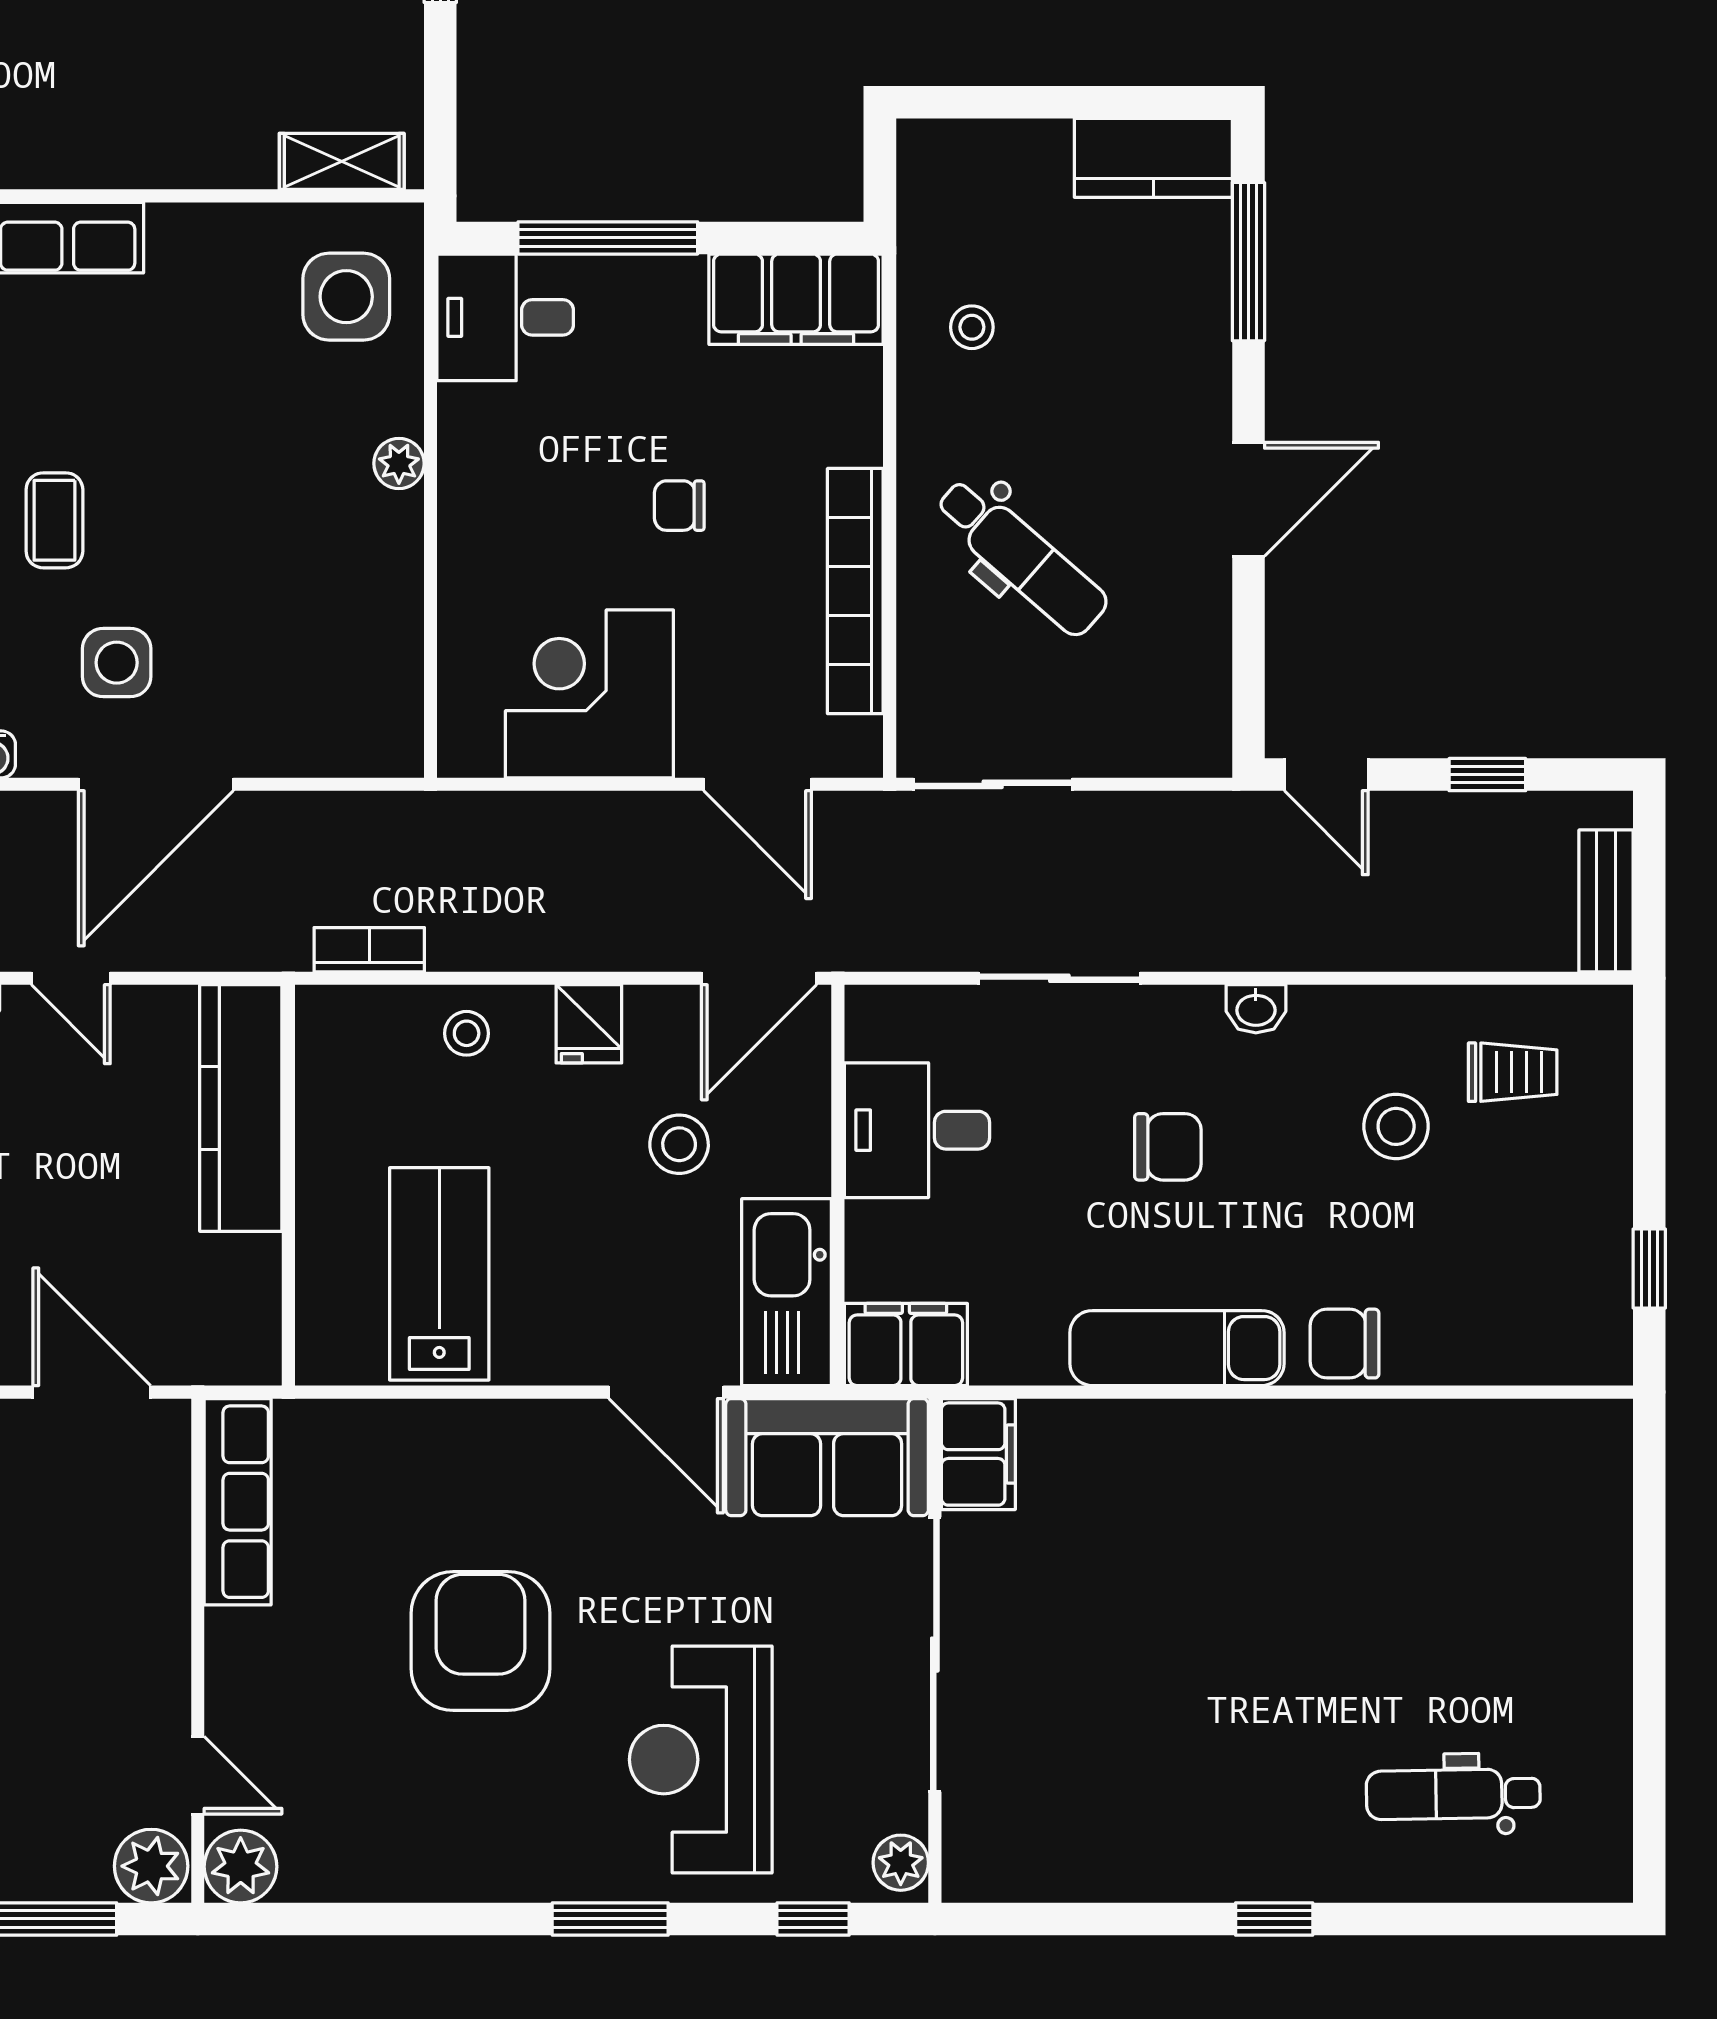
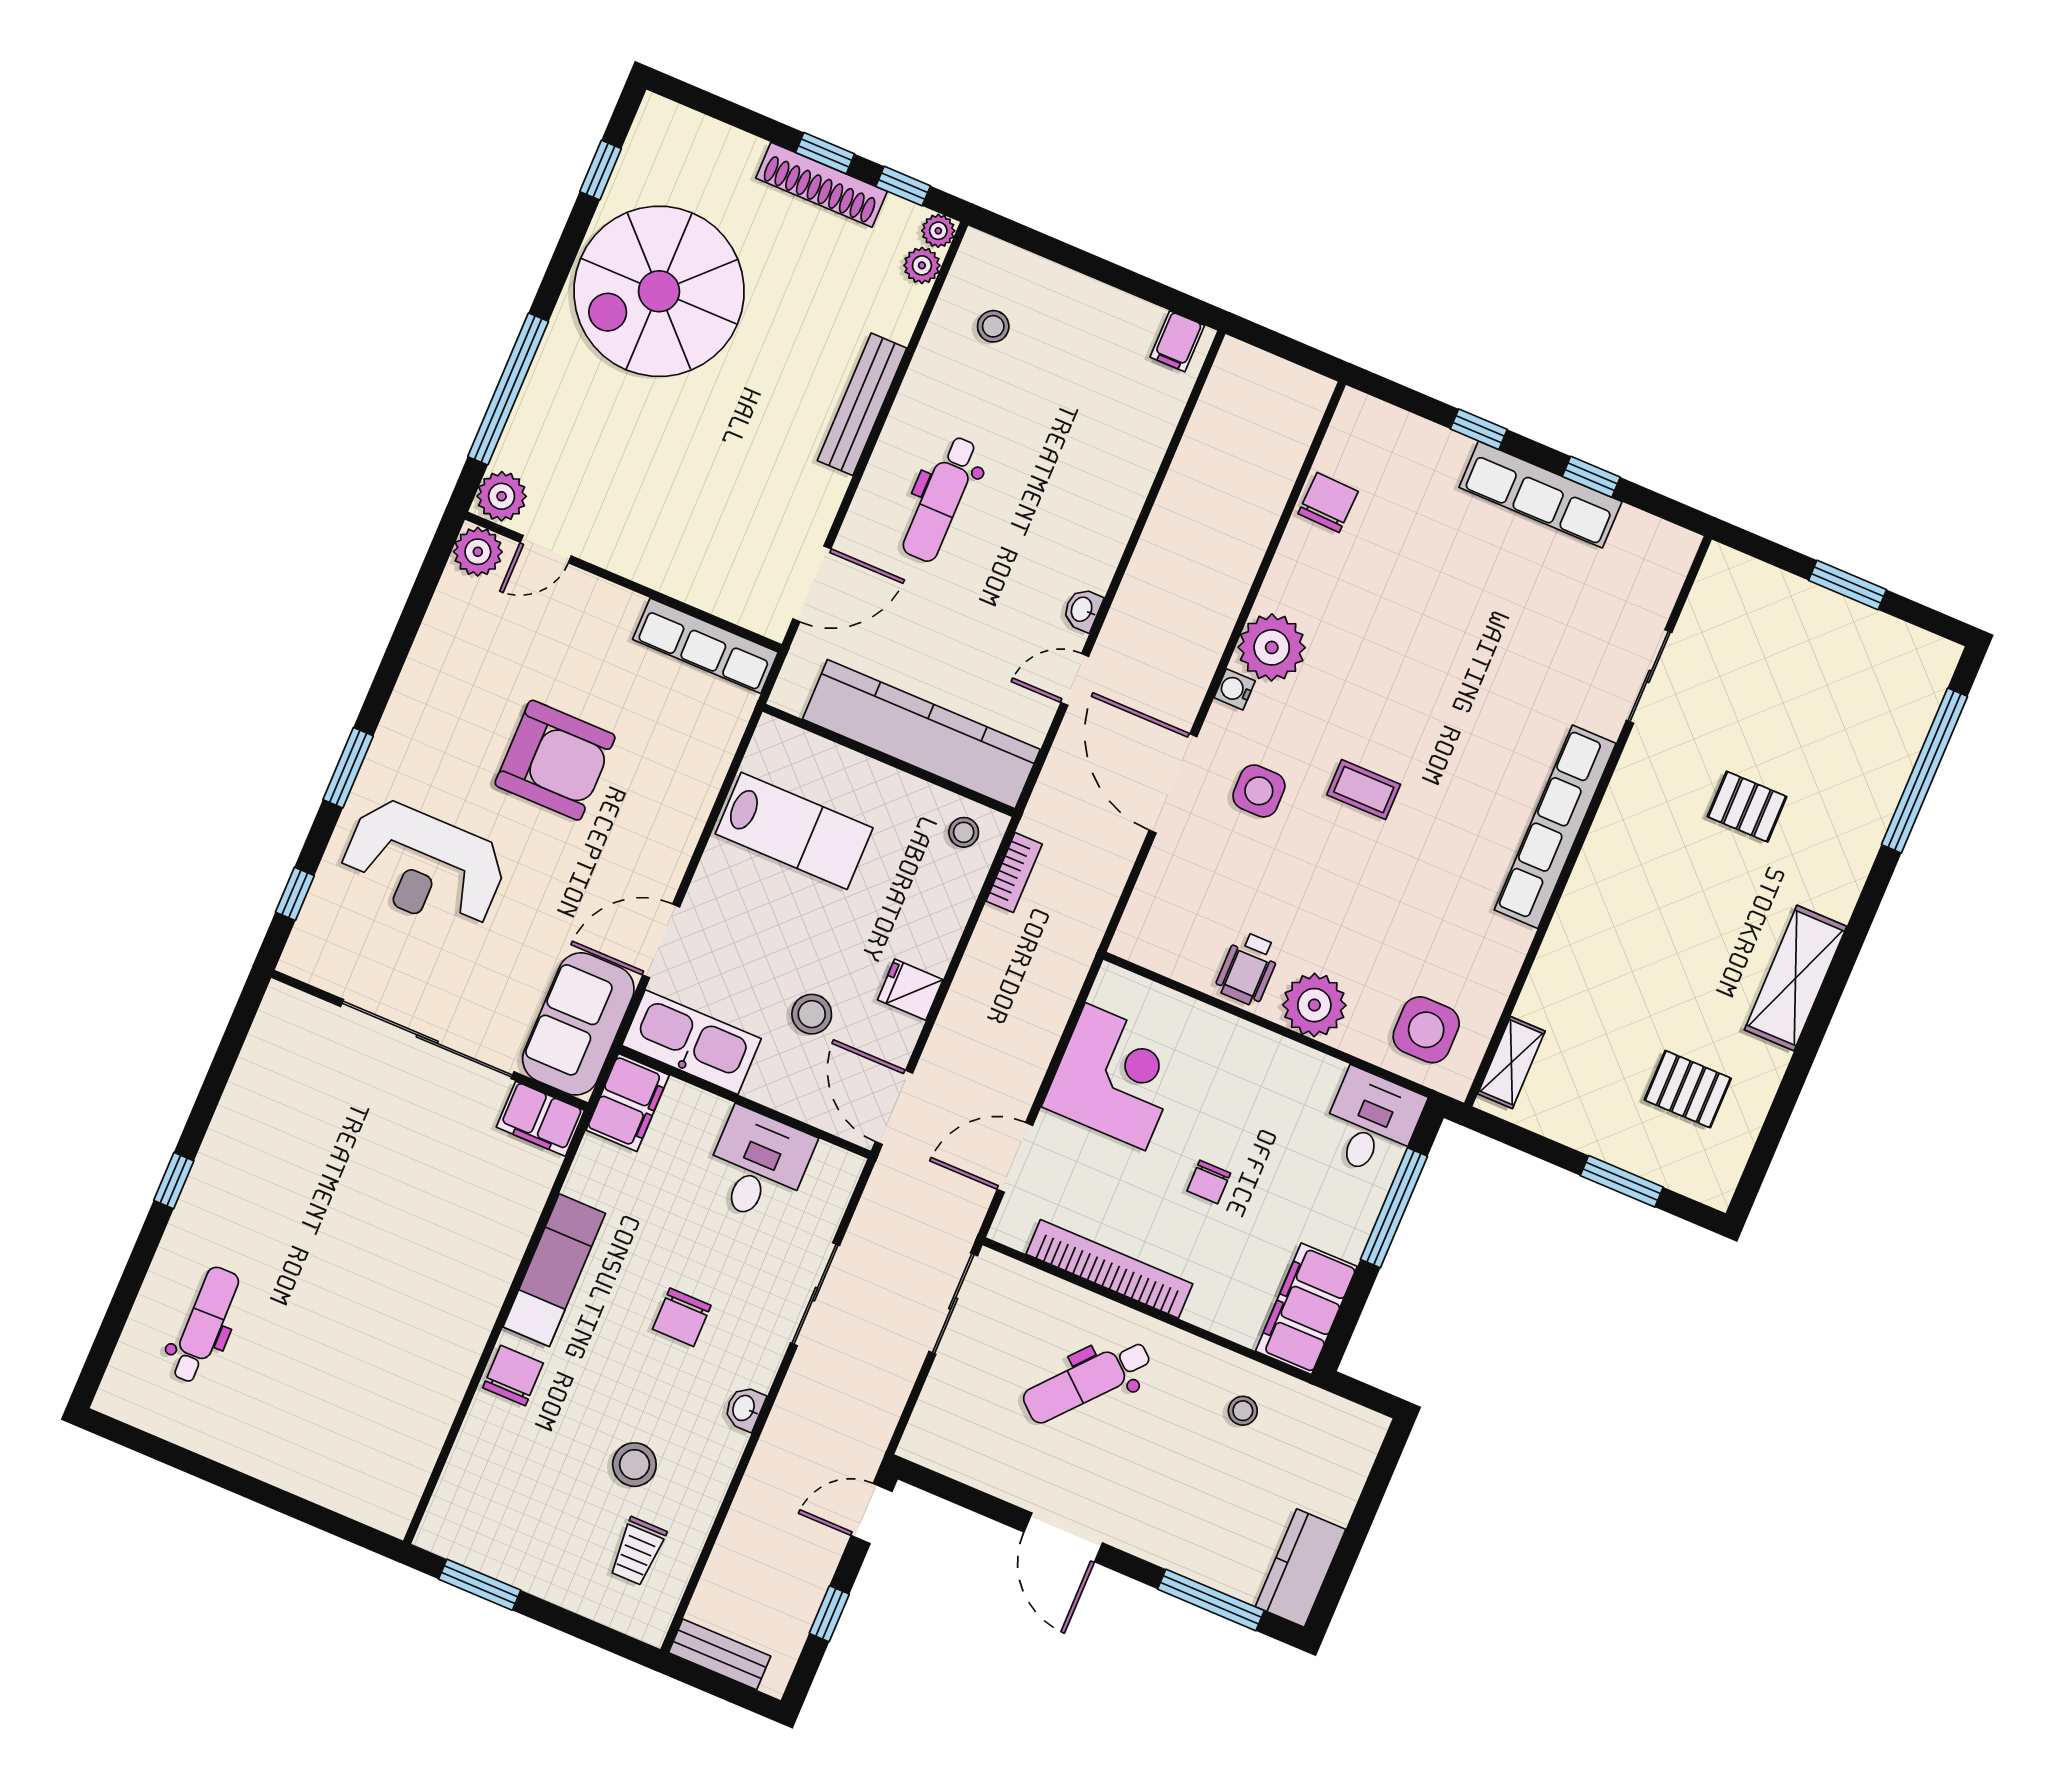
plant: (399, 463) -> (1314, 1005), width x1.87, depth x1.87
chair: (679, 506) -> (1209, 1182), turned 180
wheelchair: (365, 575) -> (1248, 968), added
stool: (467, 1033) -> (964, 832), moved
kitchen counter: (241, 1108) -> (921, 734), width x1.39, depth x1.17
window: (1649, 1269) -> (480, 1585), width x1.50
reception desk: (701, 1760) -> (423, 866), turned 180
plant: (901, 1863) -> (307, 963), removed

